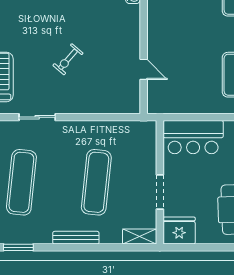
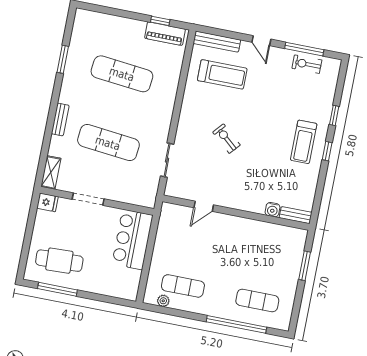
sliding door: (37, 117) -> (167, 160), moved
fridge: (179, 231) -> (47, 202), width x0.53, depth x0.75
bench: (76, 238) -> (60, 119), width x0.73

